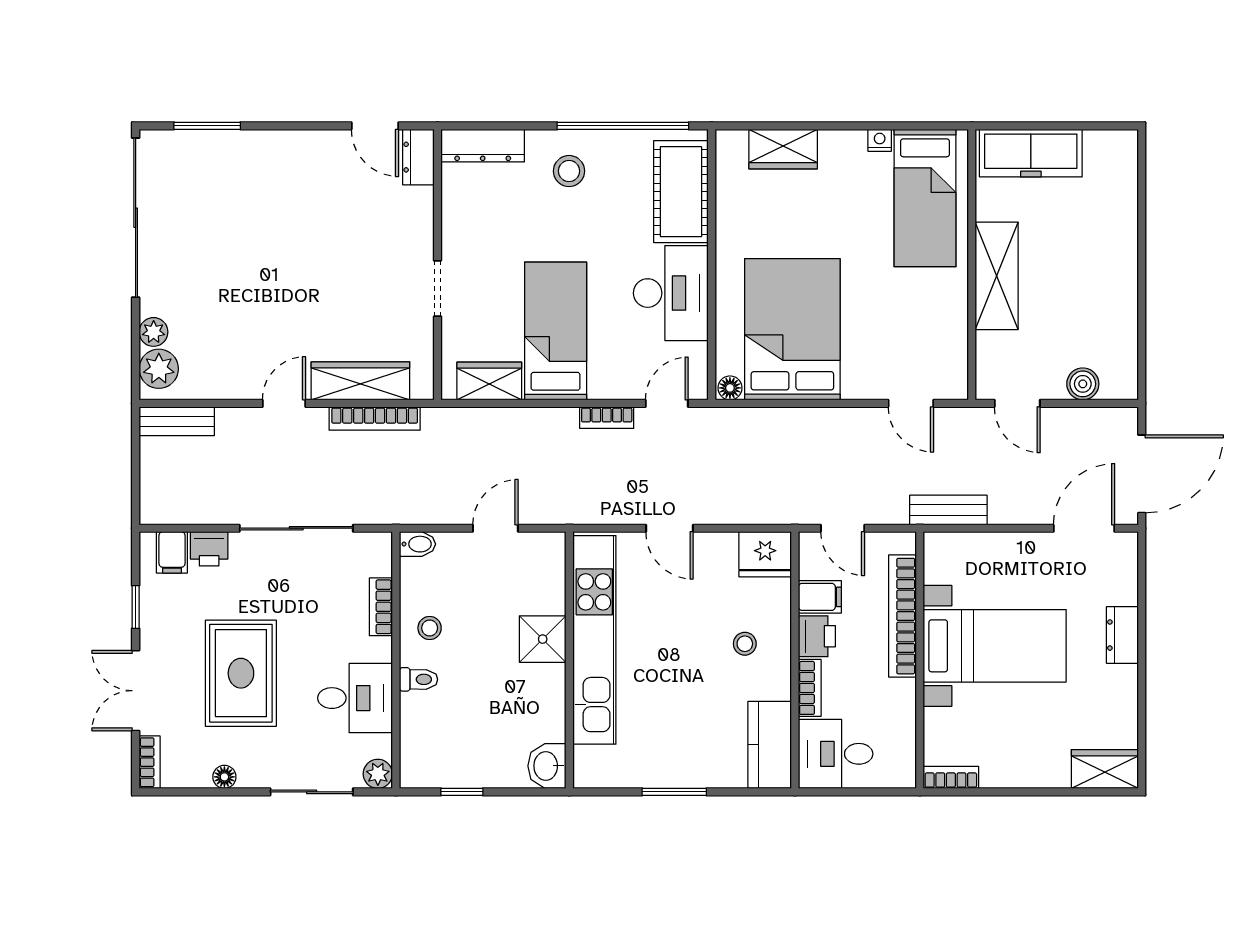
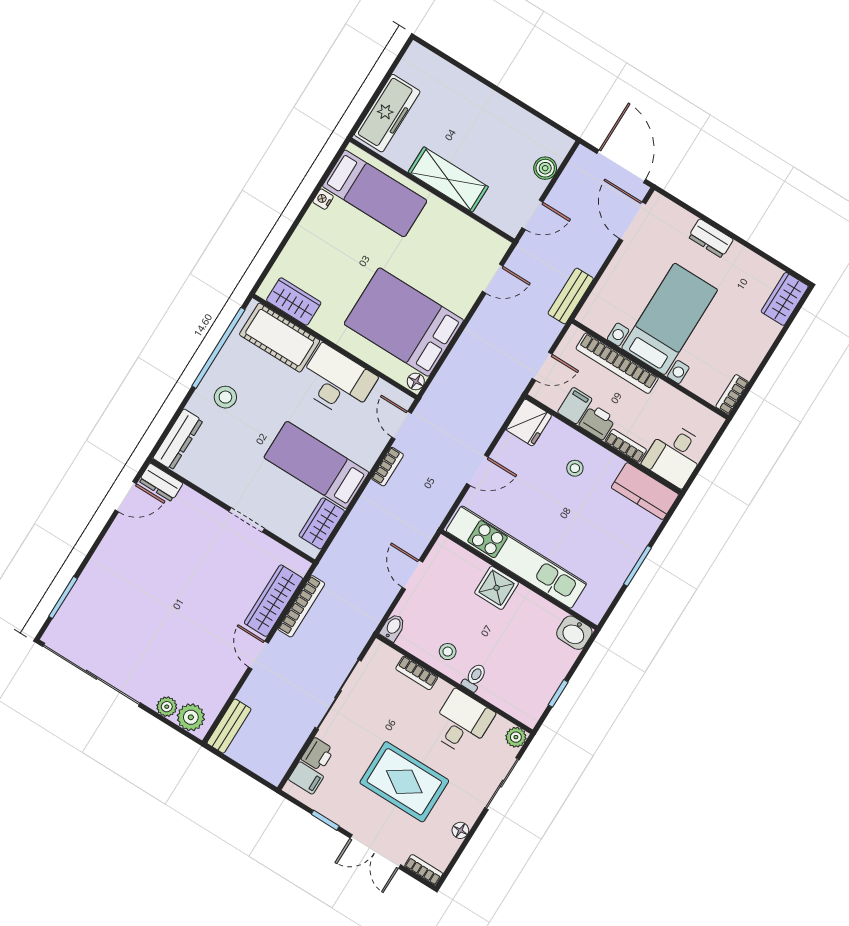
wardrobe: (783, 149) -> (294, 301), moved, turned -90

